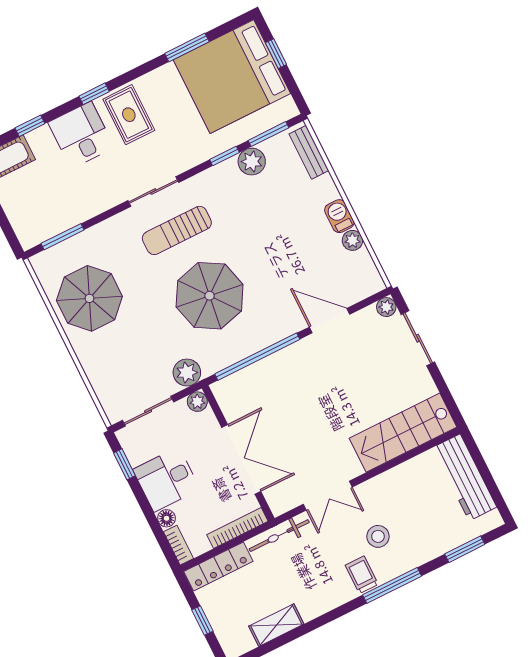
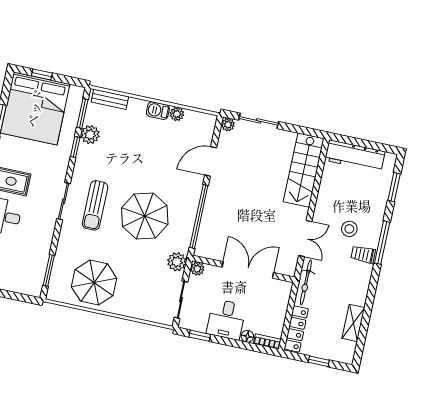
bookcase: (237, 528) -> (284, 302), removed

